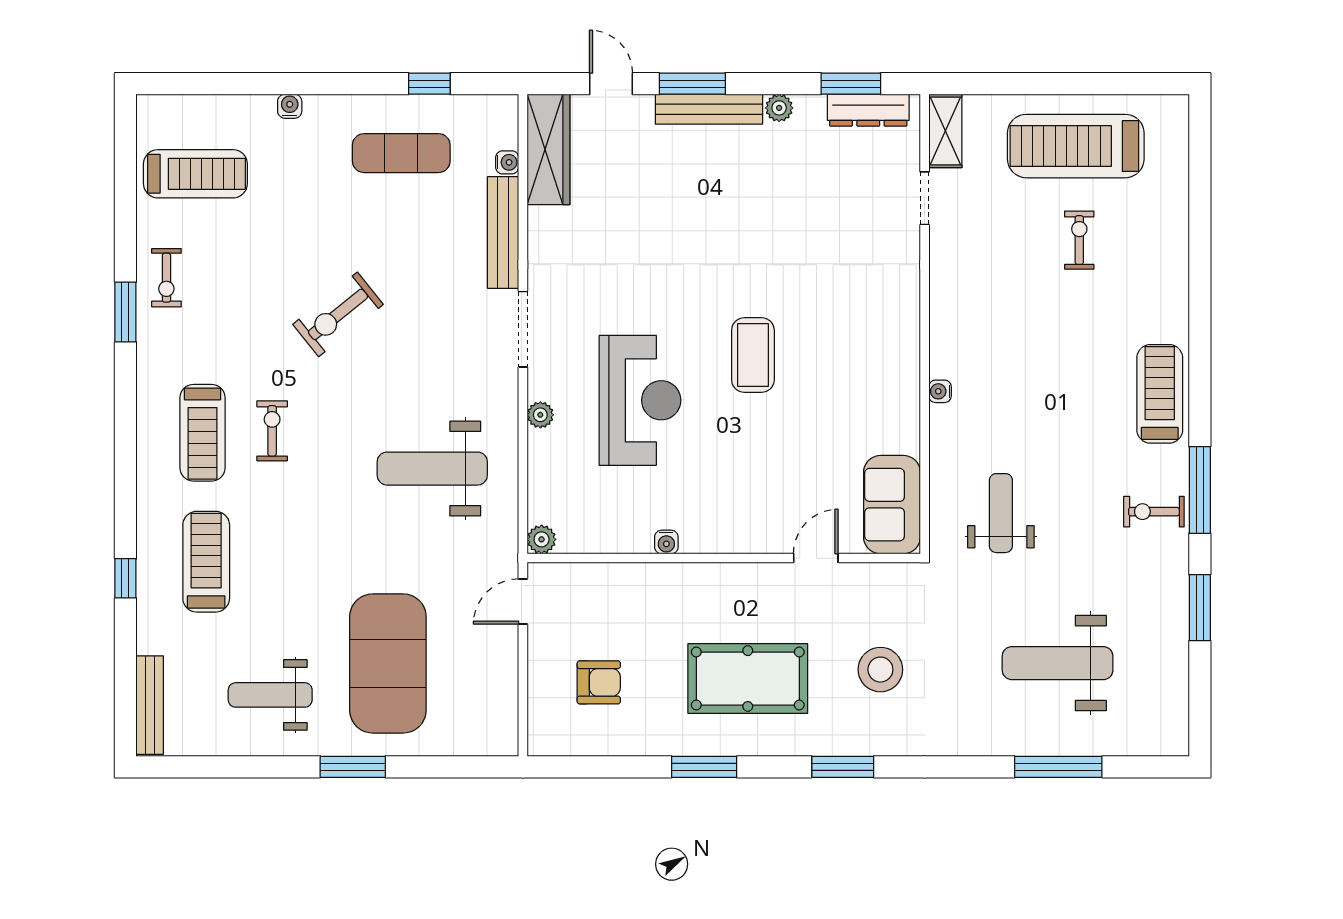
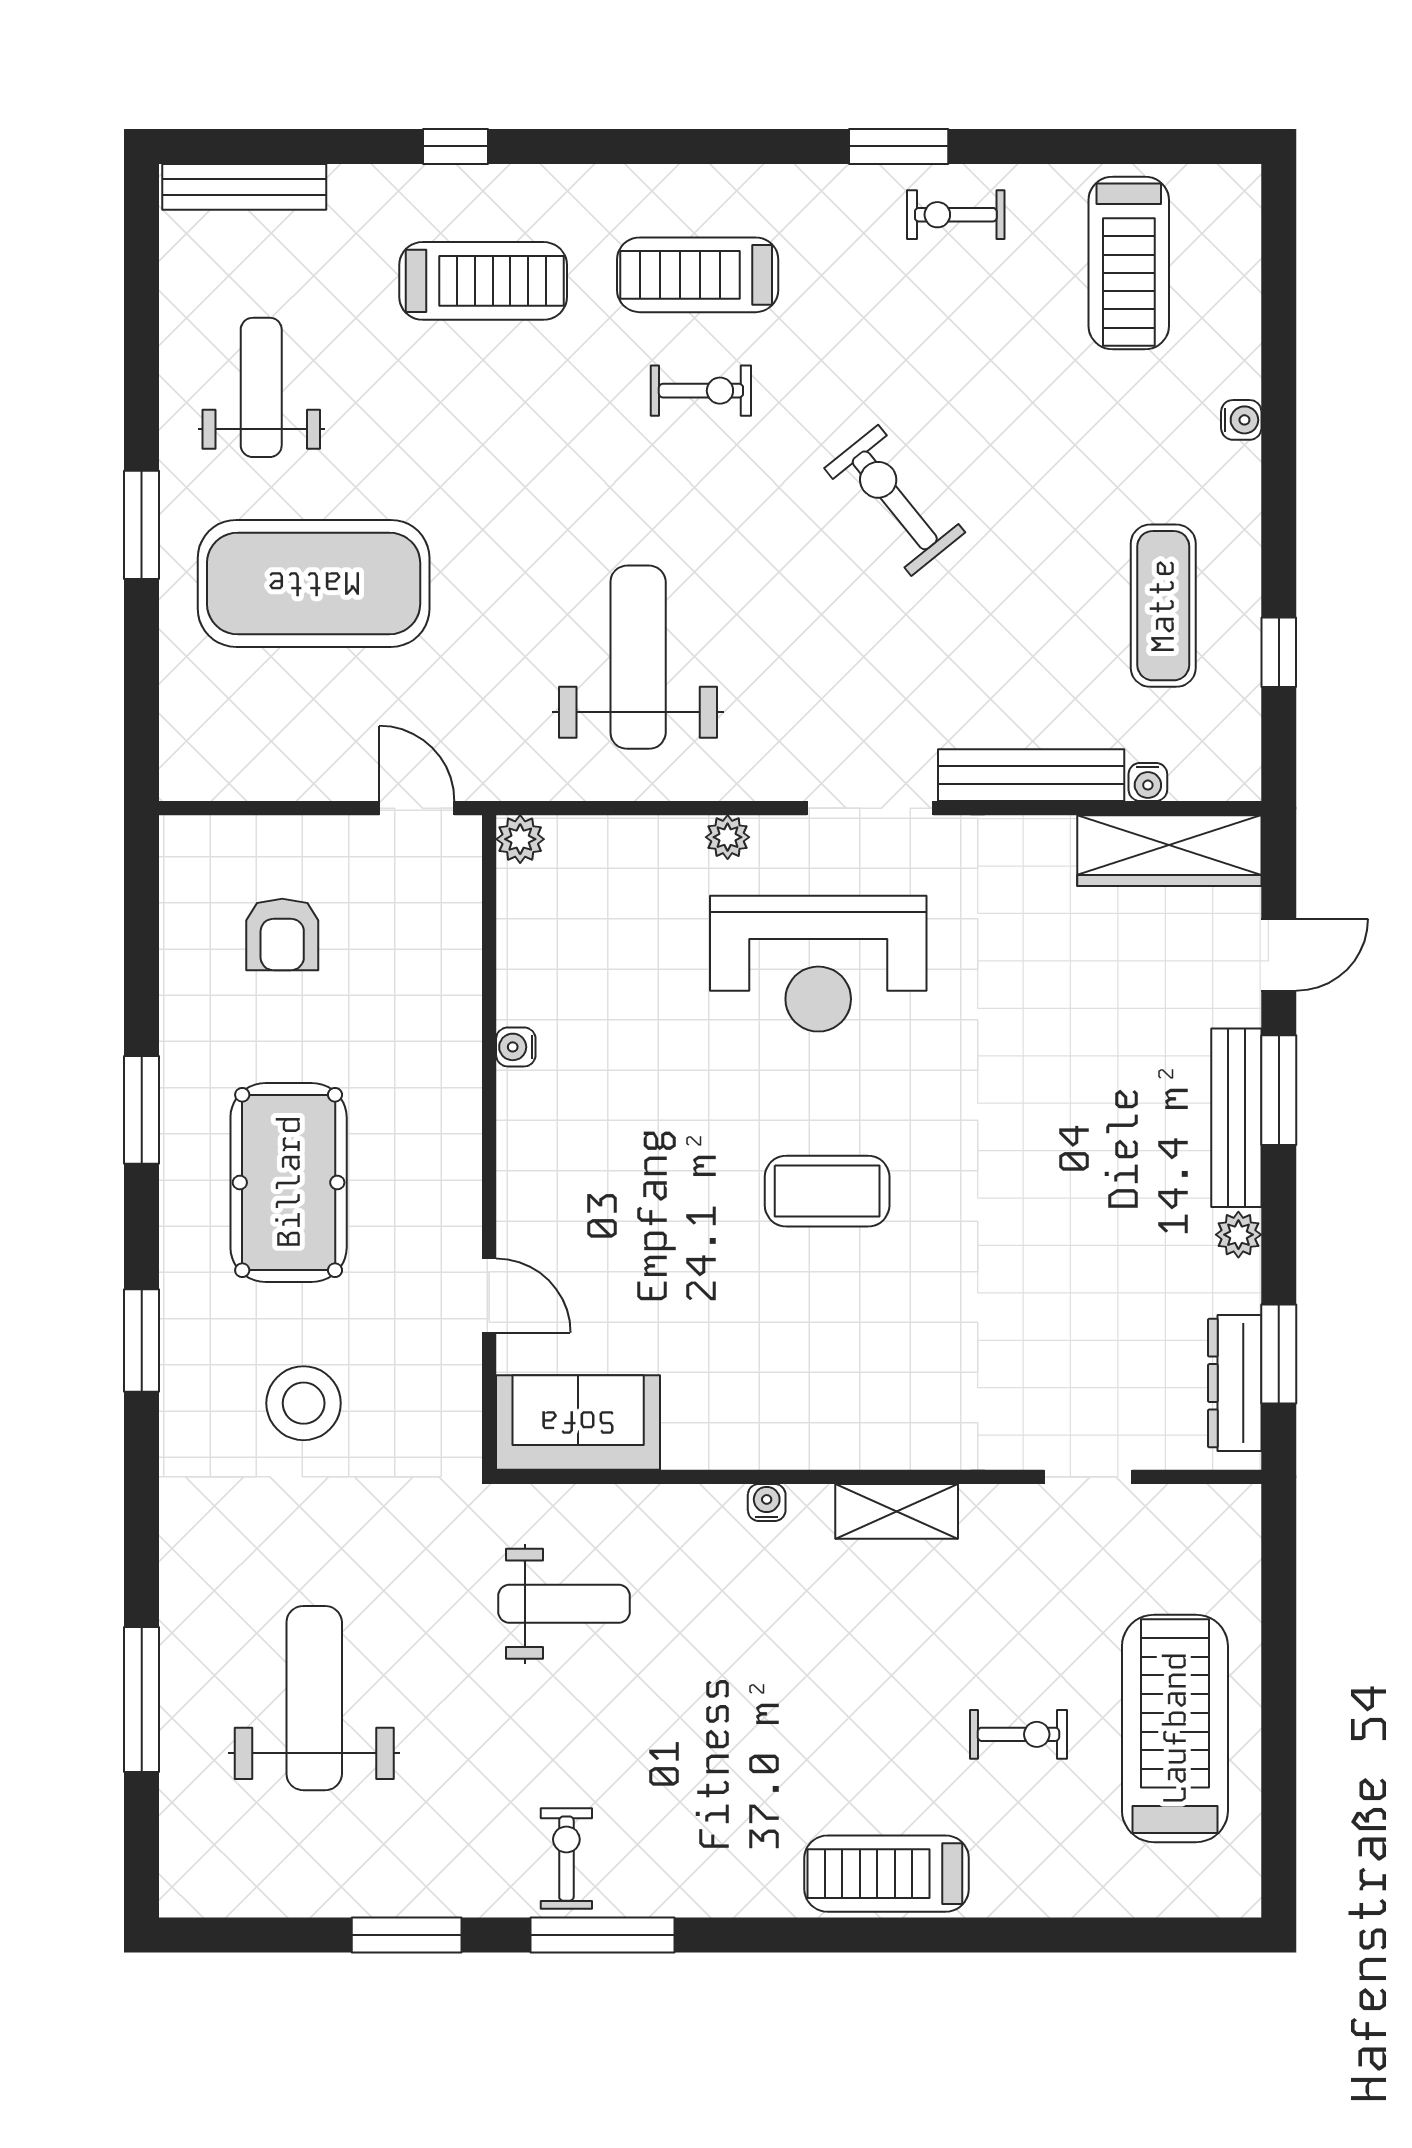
shelving: (945, 131) -> (897, 1511), moved
treadmill: (1160, 394) -> (887, 1874), moved, turned 180
reception desk: (640, 400) -> (818, 964), moved

